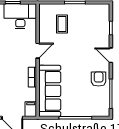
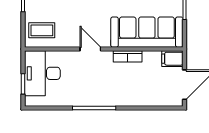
coffee table: (62, 24) -> (42, 30), moved

